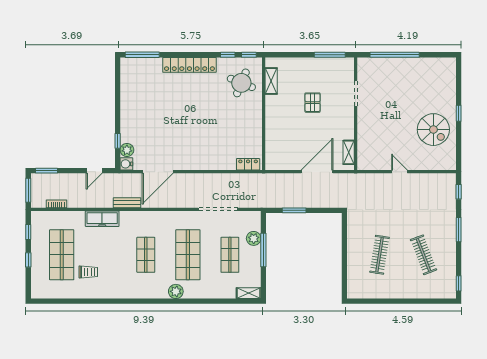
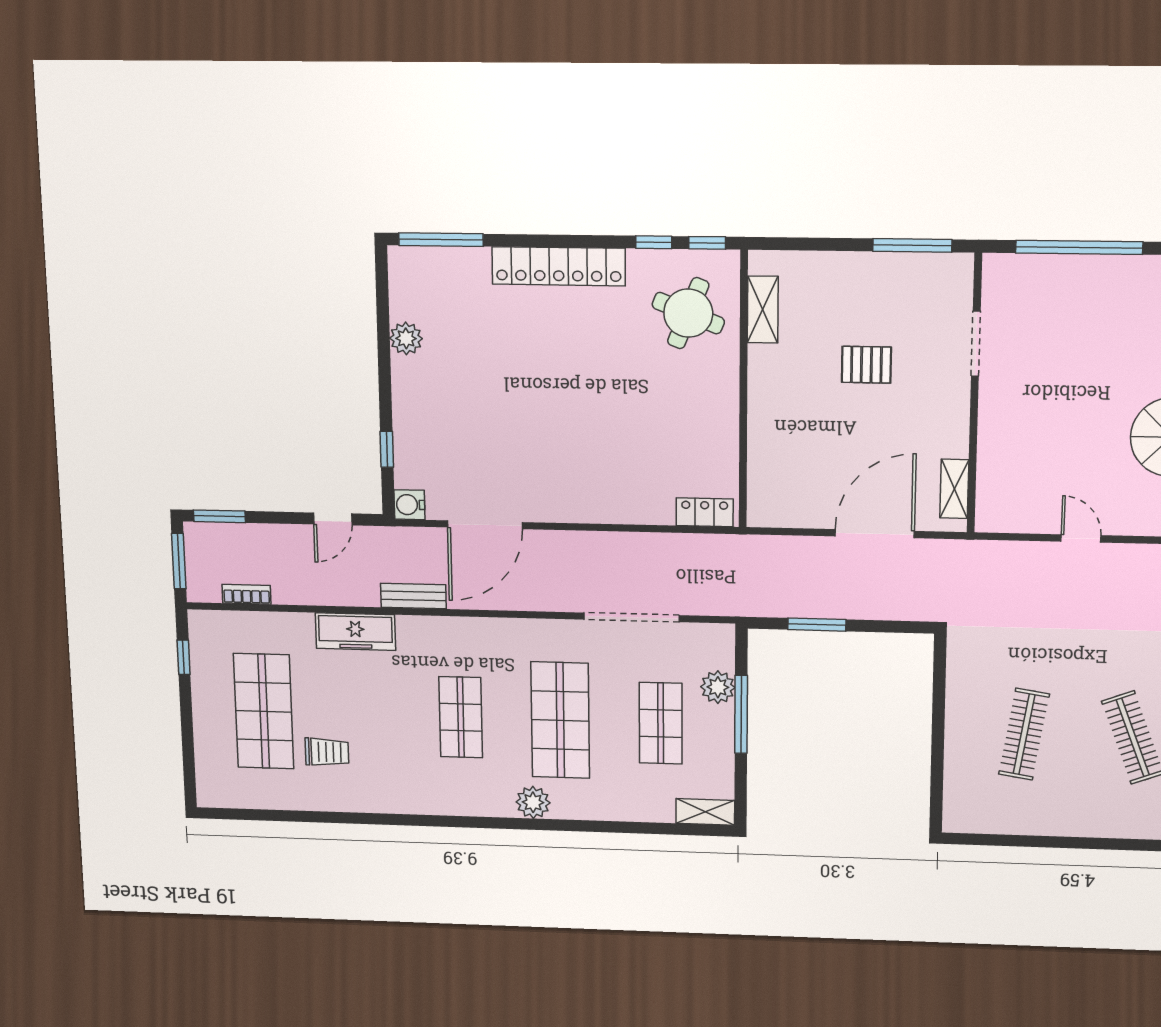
pallet: (313, 103) -> (866, 365), turned 90
plant: (127, 150) -> (406, 338), moved
window: (28, 260) -> (187, 720), removed

